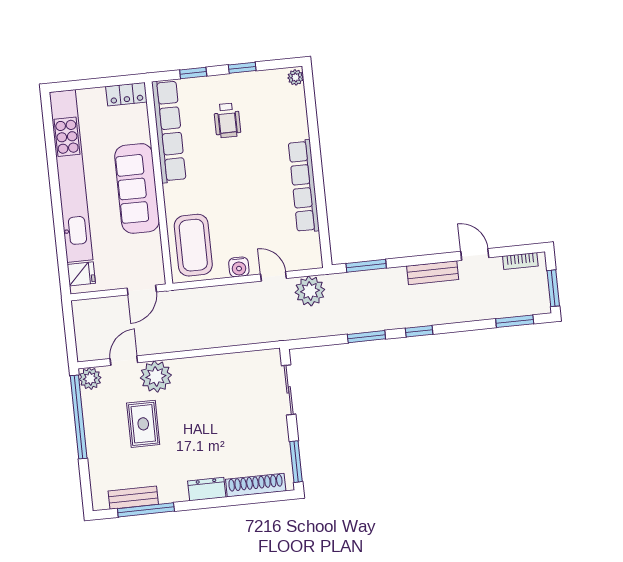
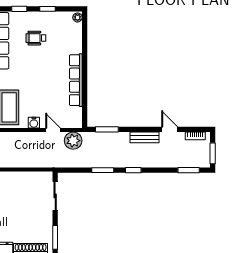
wheelchair: (227, 120) -> (36, 38), turned 90

